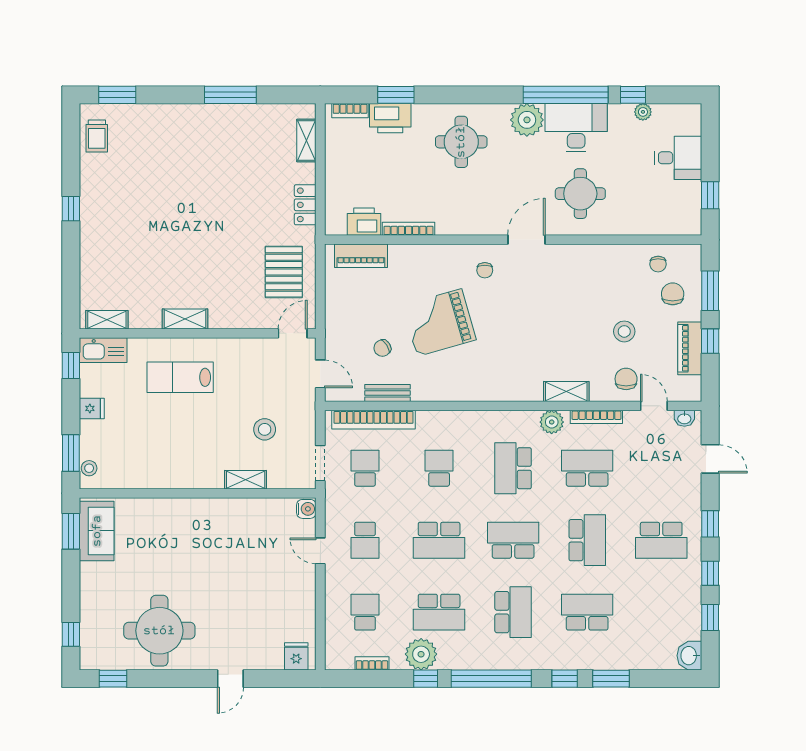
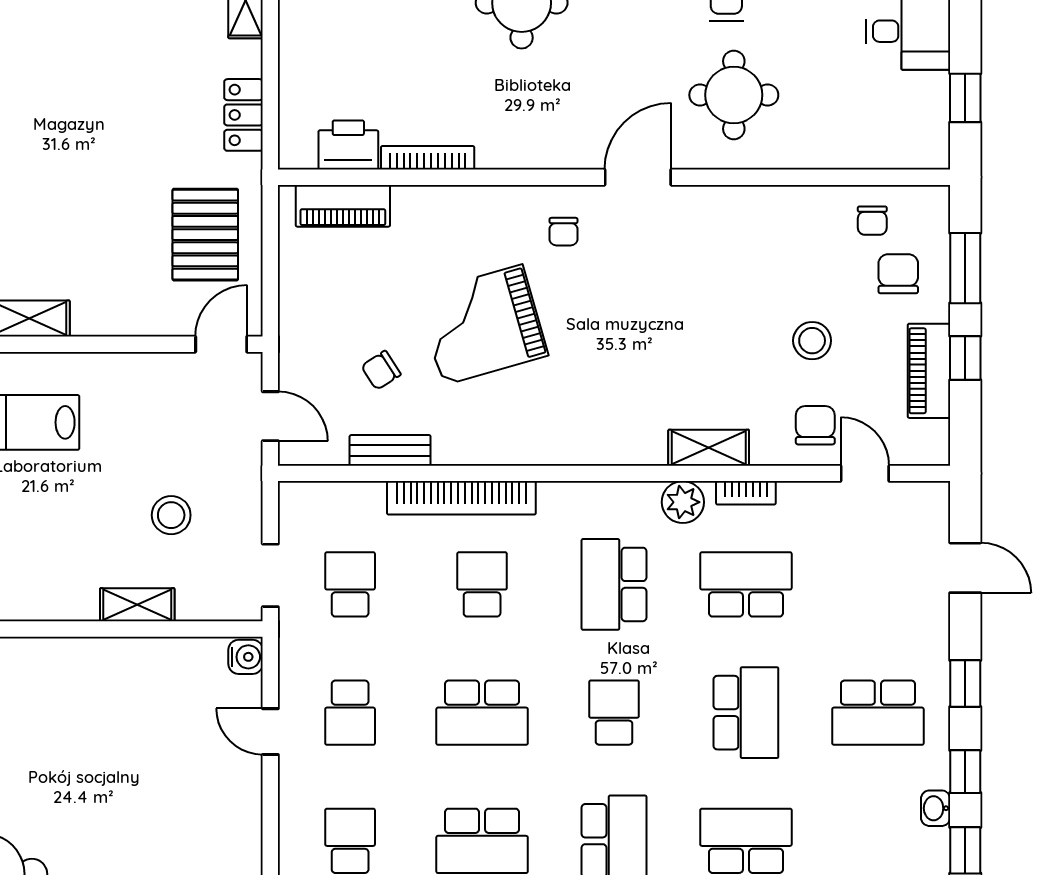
bookcase: (596, 417) -> (746, 493), width x0.64
washbasin: (684, 418) -> (936, 808), moved, turned 90
bookcase: (374, 420) -> (461, 498), moved
school desk: (513, 540) -> (614, 713), width x0.54

